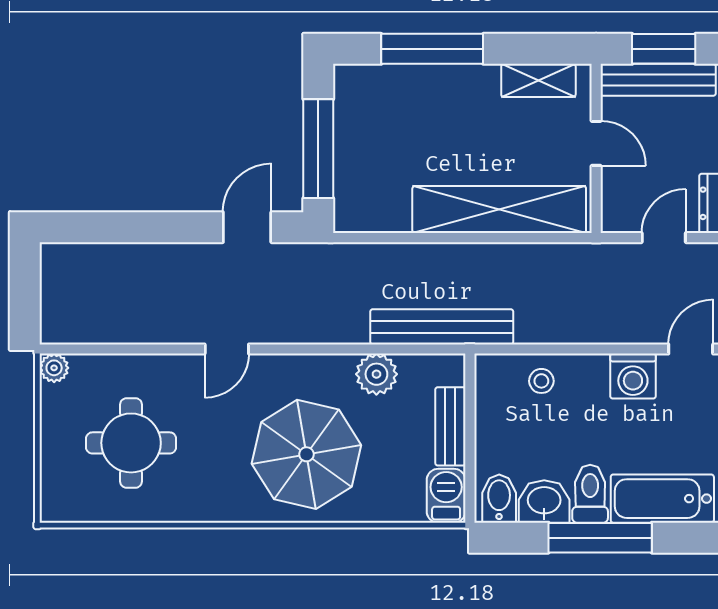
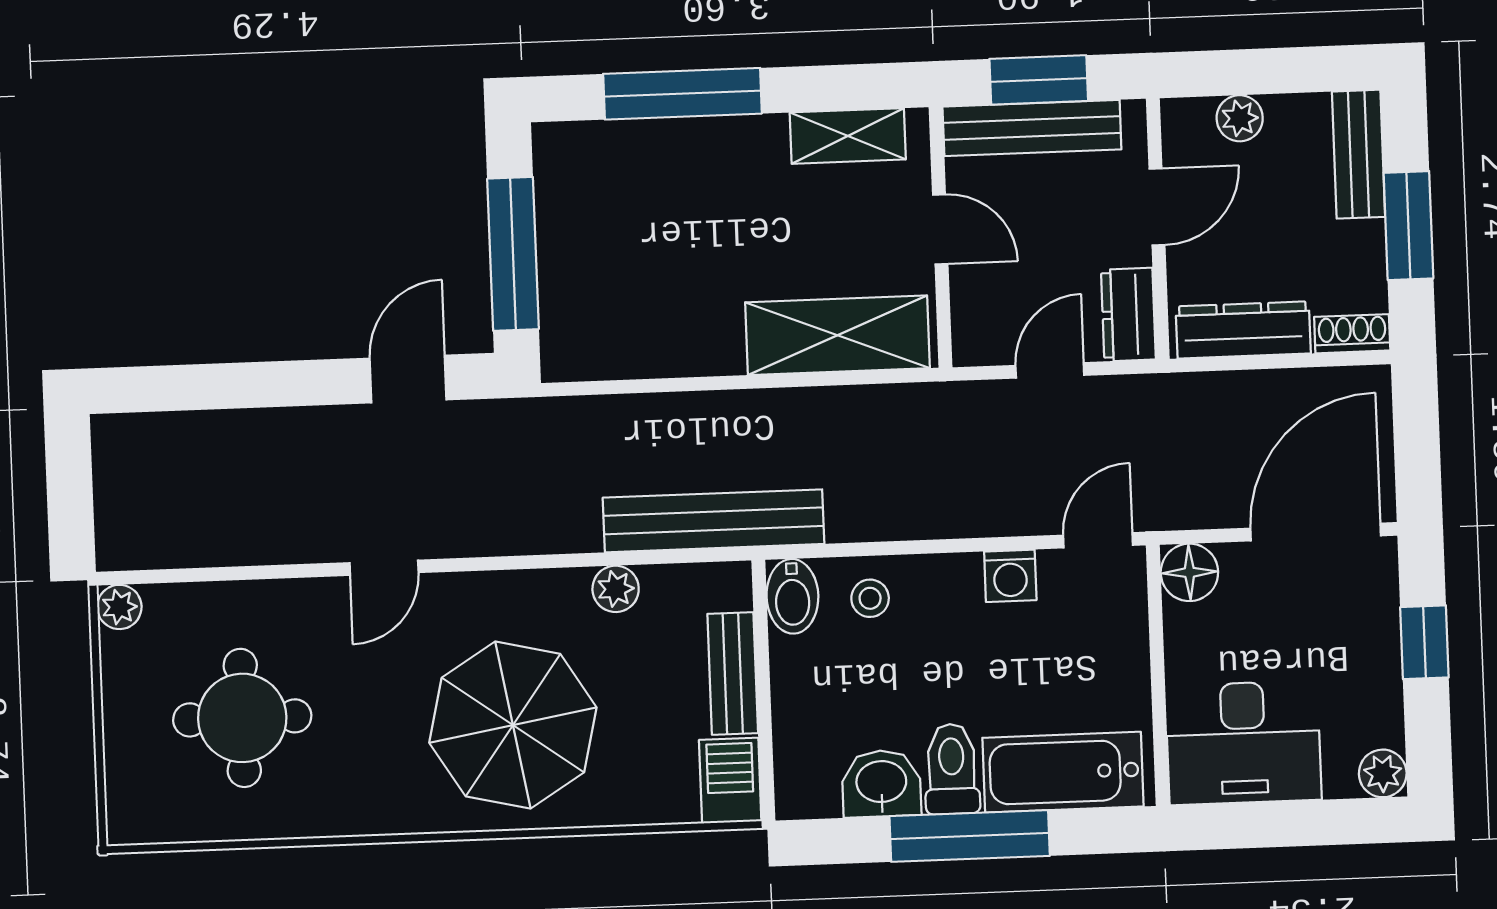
shelving: (499, 209) -> (837, 335), width x0.68
plant: (376, 374) -> (616, 589), width x0.73, depth x0.73
washing machine: (633, 376) -> (1010, 576), width x0.73, depth x0.73
bidet: (499, 499) -> (792, 596), moved, turned 180

